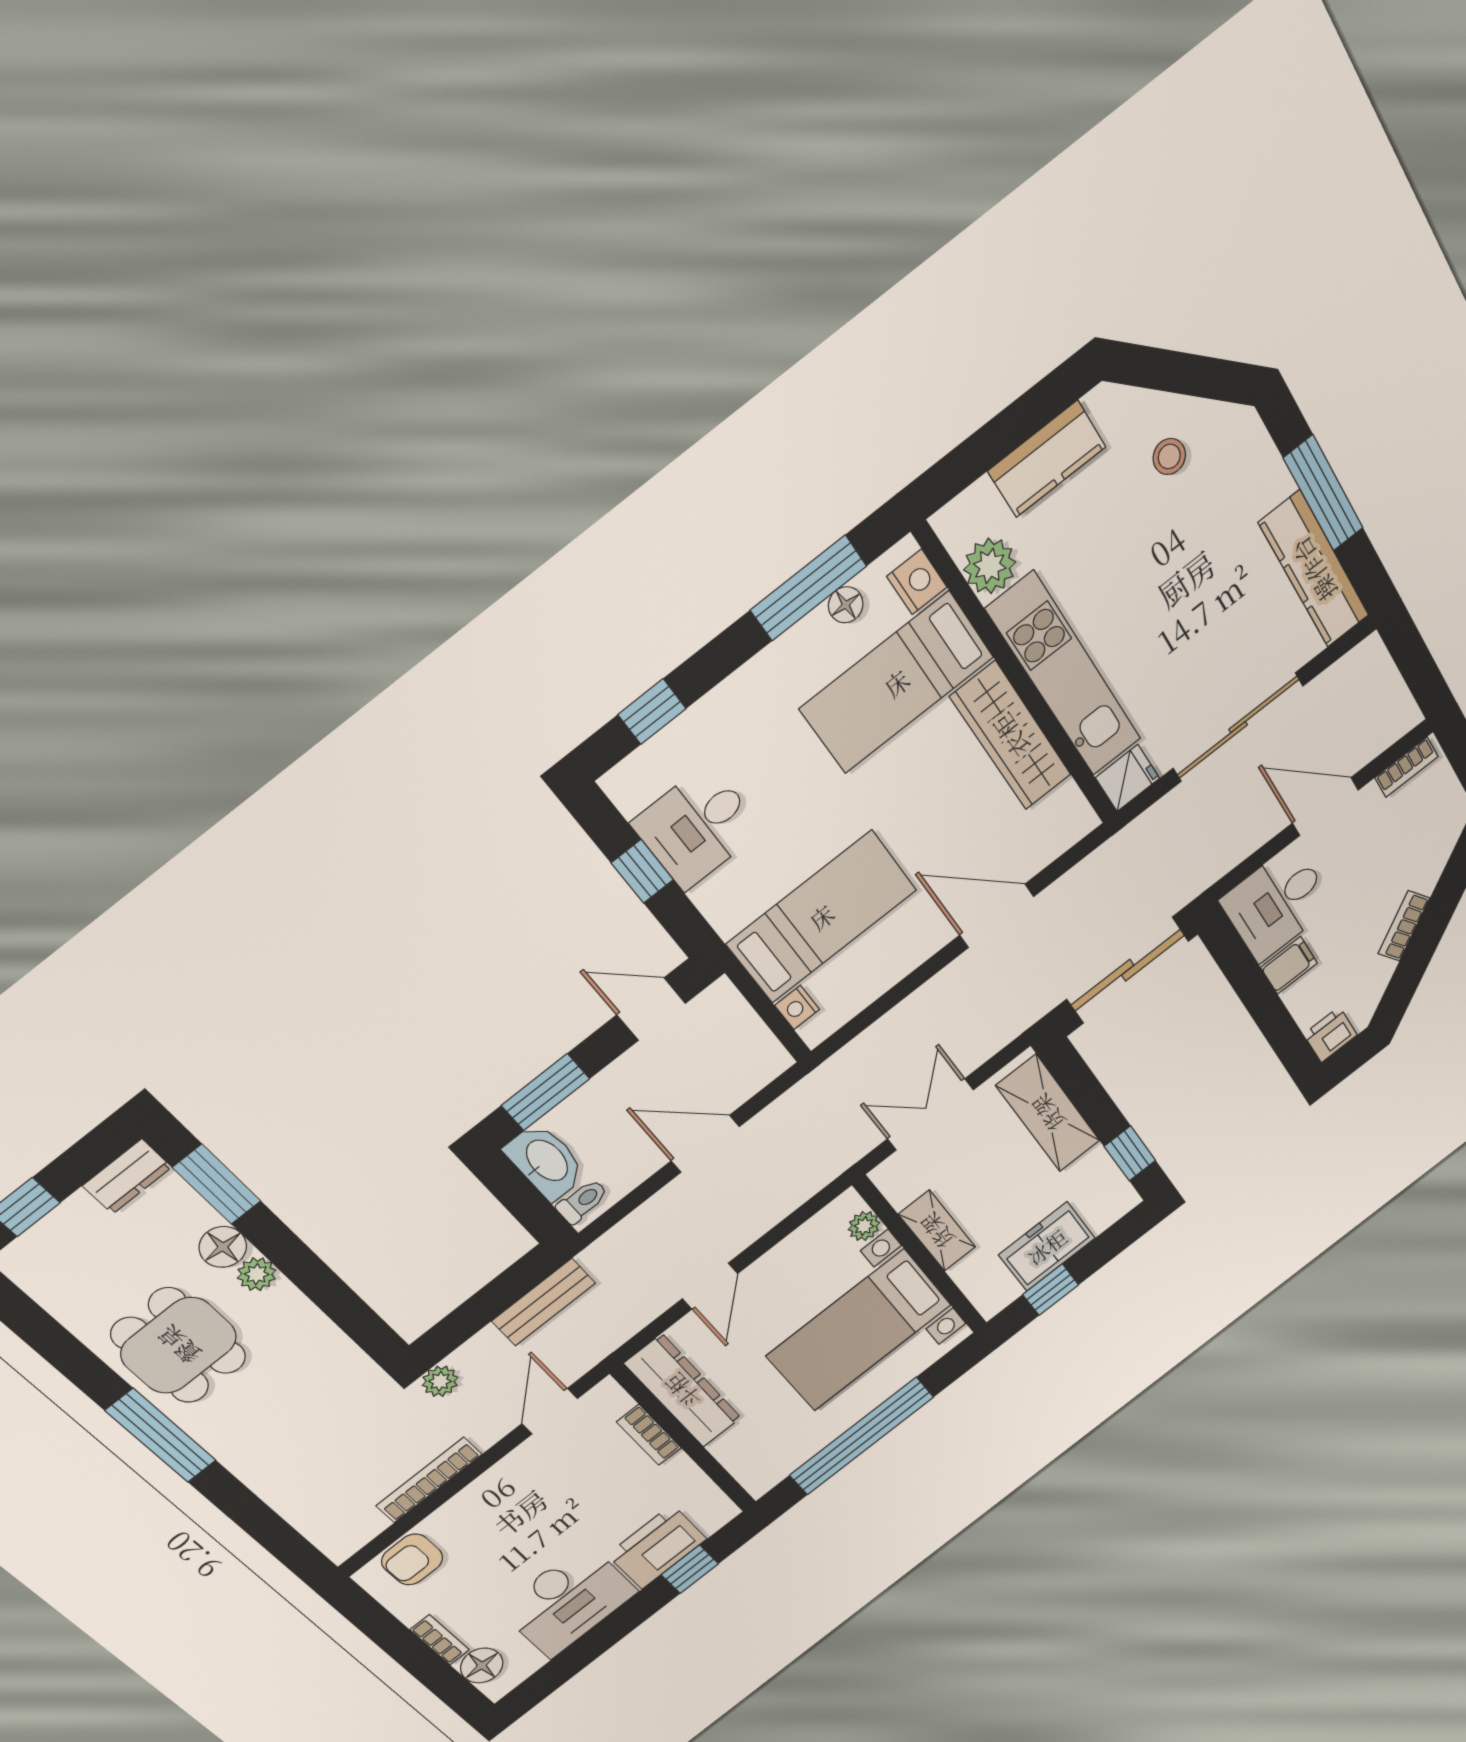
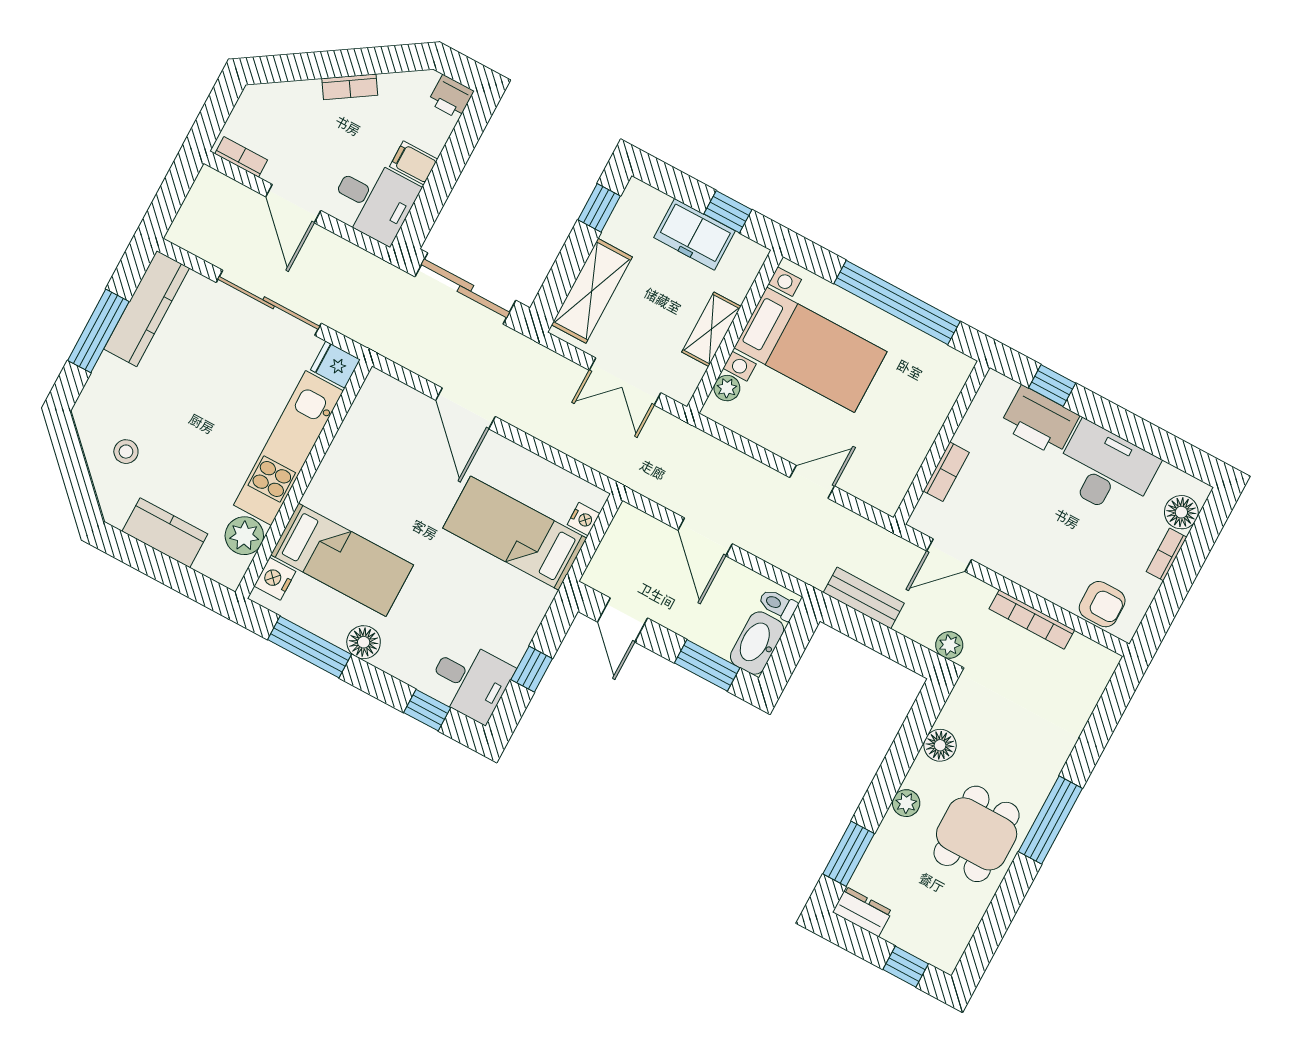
floor lamp: (846, 605) -> (364, 642), moved, width x1.37, depth x1.37
wardrobe: (1011, 736) -> (343, 464), removed
desk: (697, 827) -> (470, 681), moved
floor lamp: (223, 1247) -> (940, 745), moved
dresser: (683, 1391) -> (902, 463), removed

